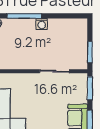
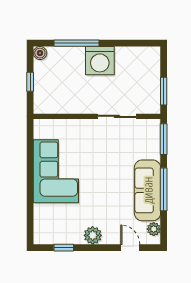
washing machine: (42, 24) -> (100, 61), width x1.89, depth x1.89

